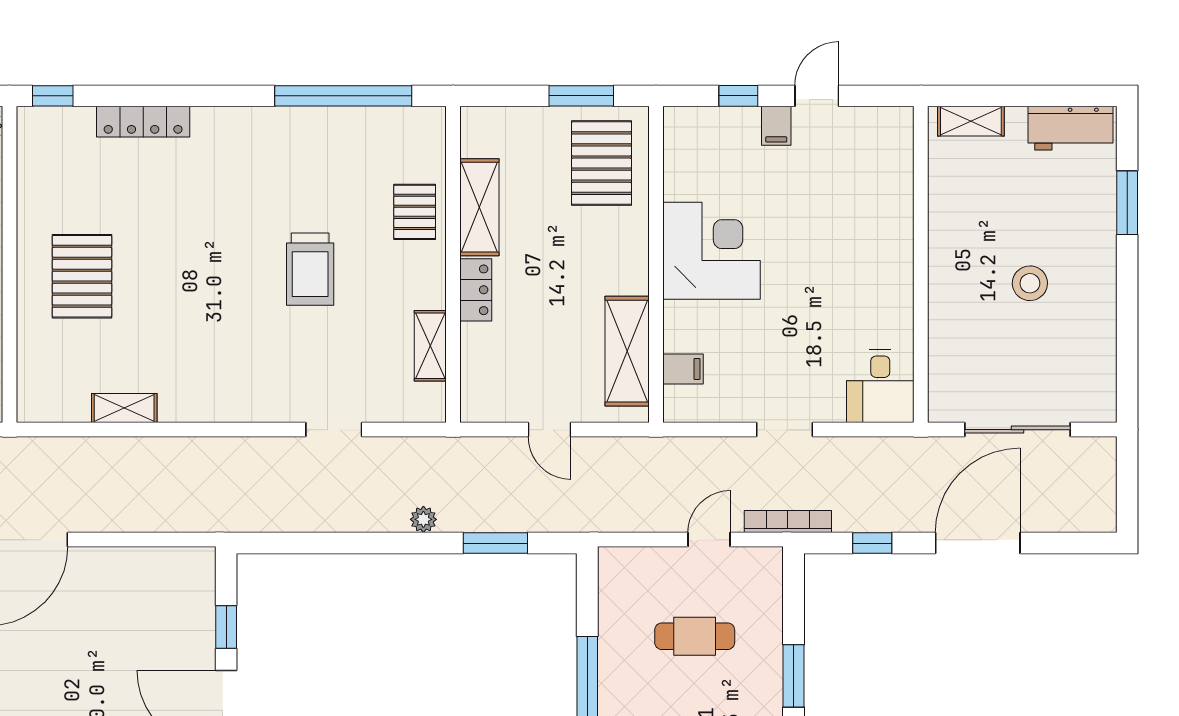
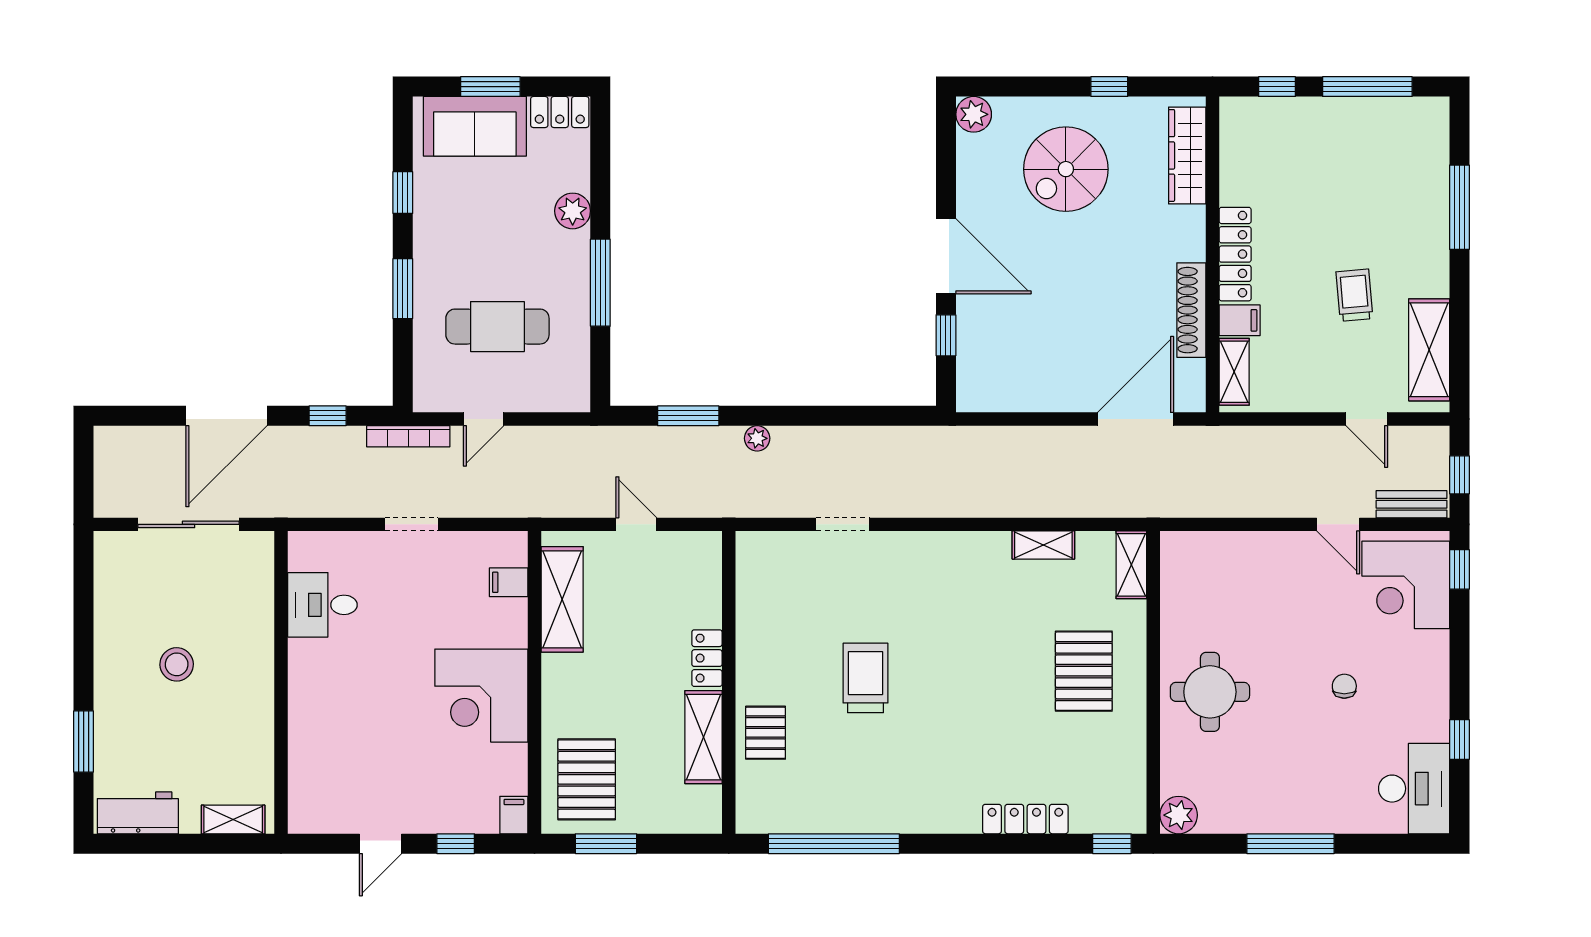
filing cabinet: (776, 126) -> (514, 815), moved
shelving: (430, 346) -> (1131, 565), moved
desk: (880, 386) -> (322, 605), moved, turned -90
cafe table: (695, 636) -> (497, 327), width x1.37, depth x1.35

